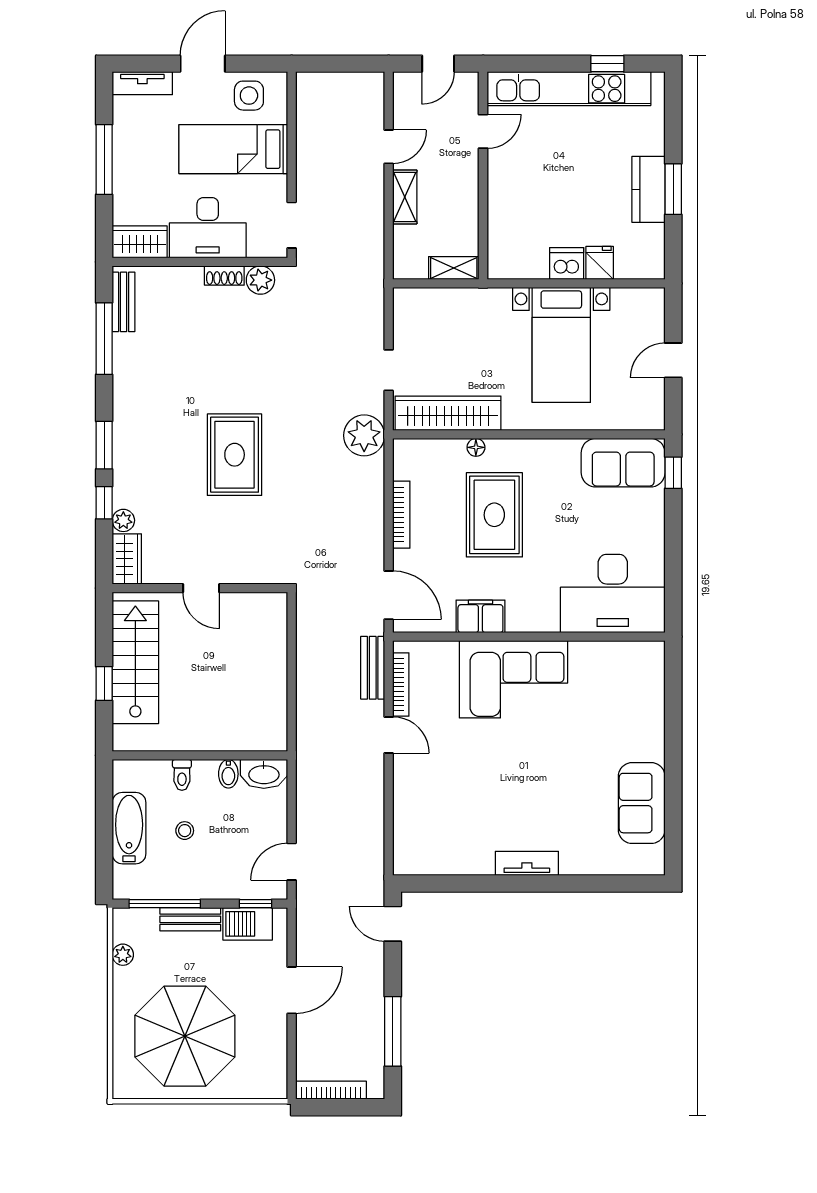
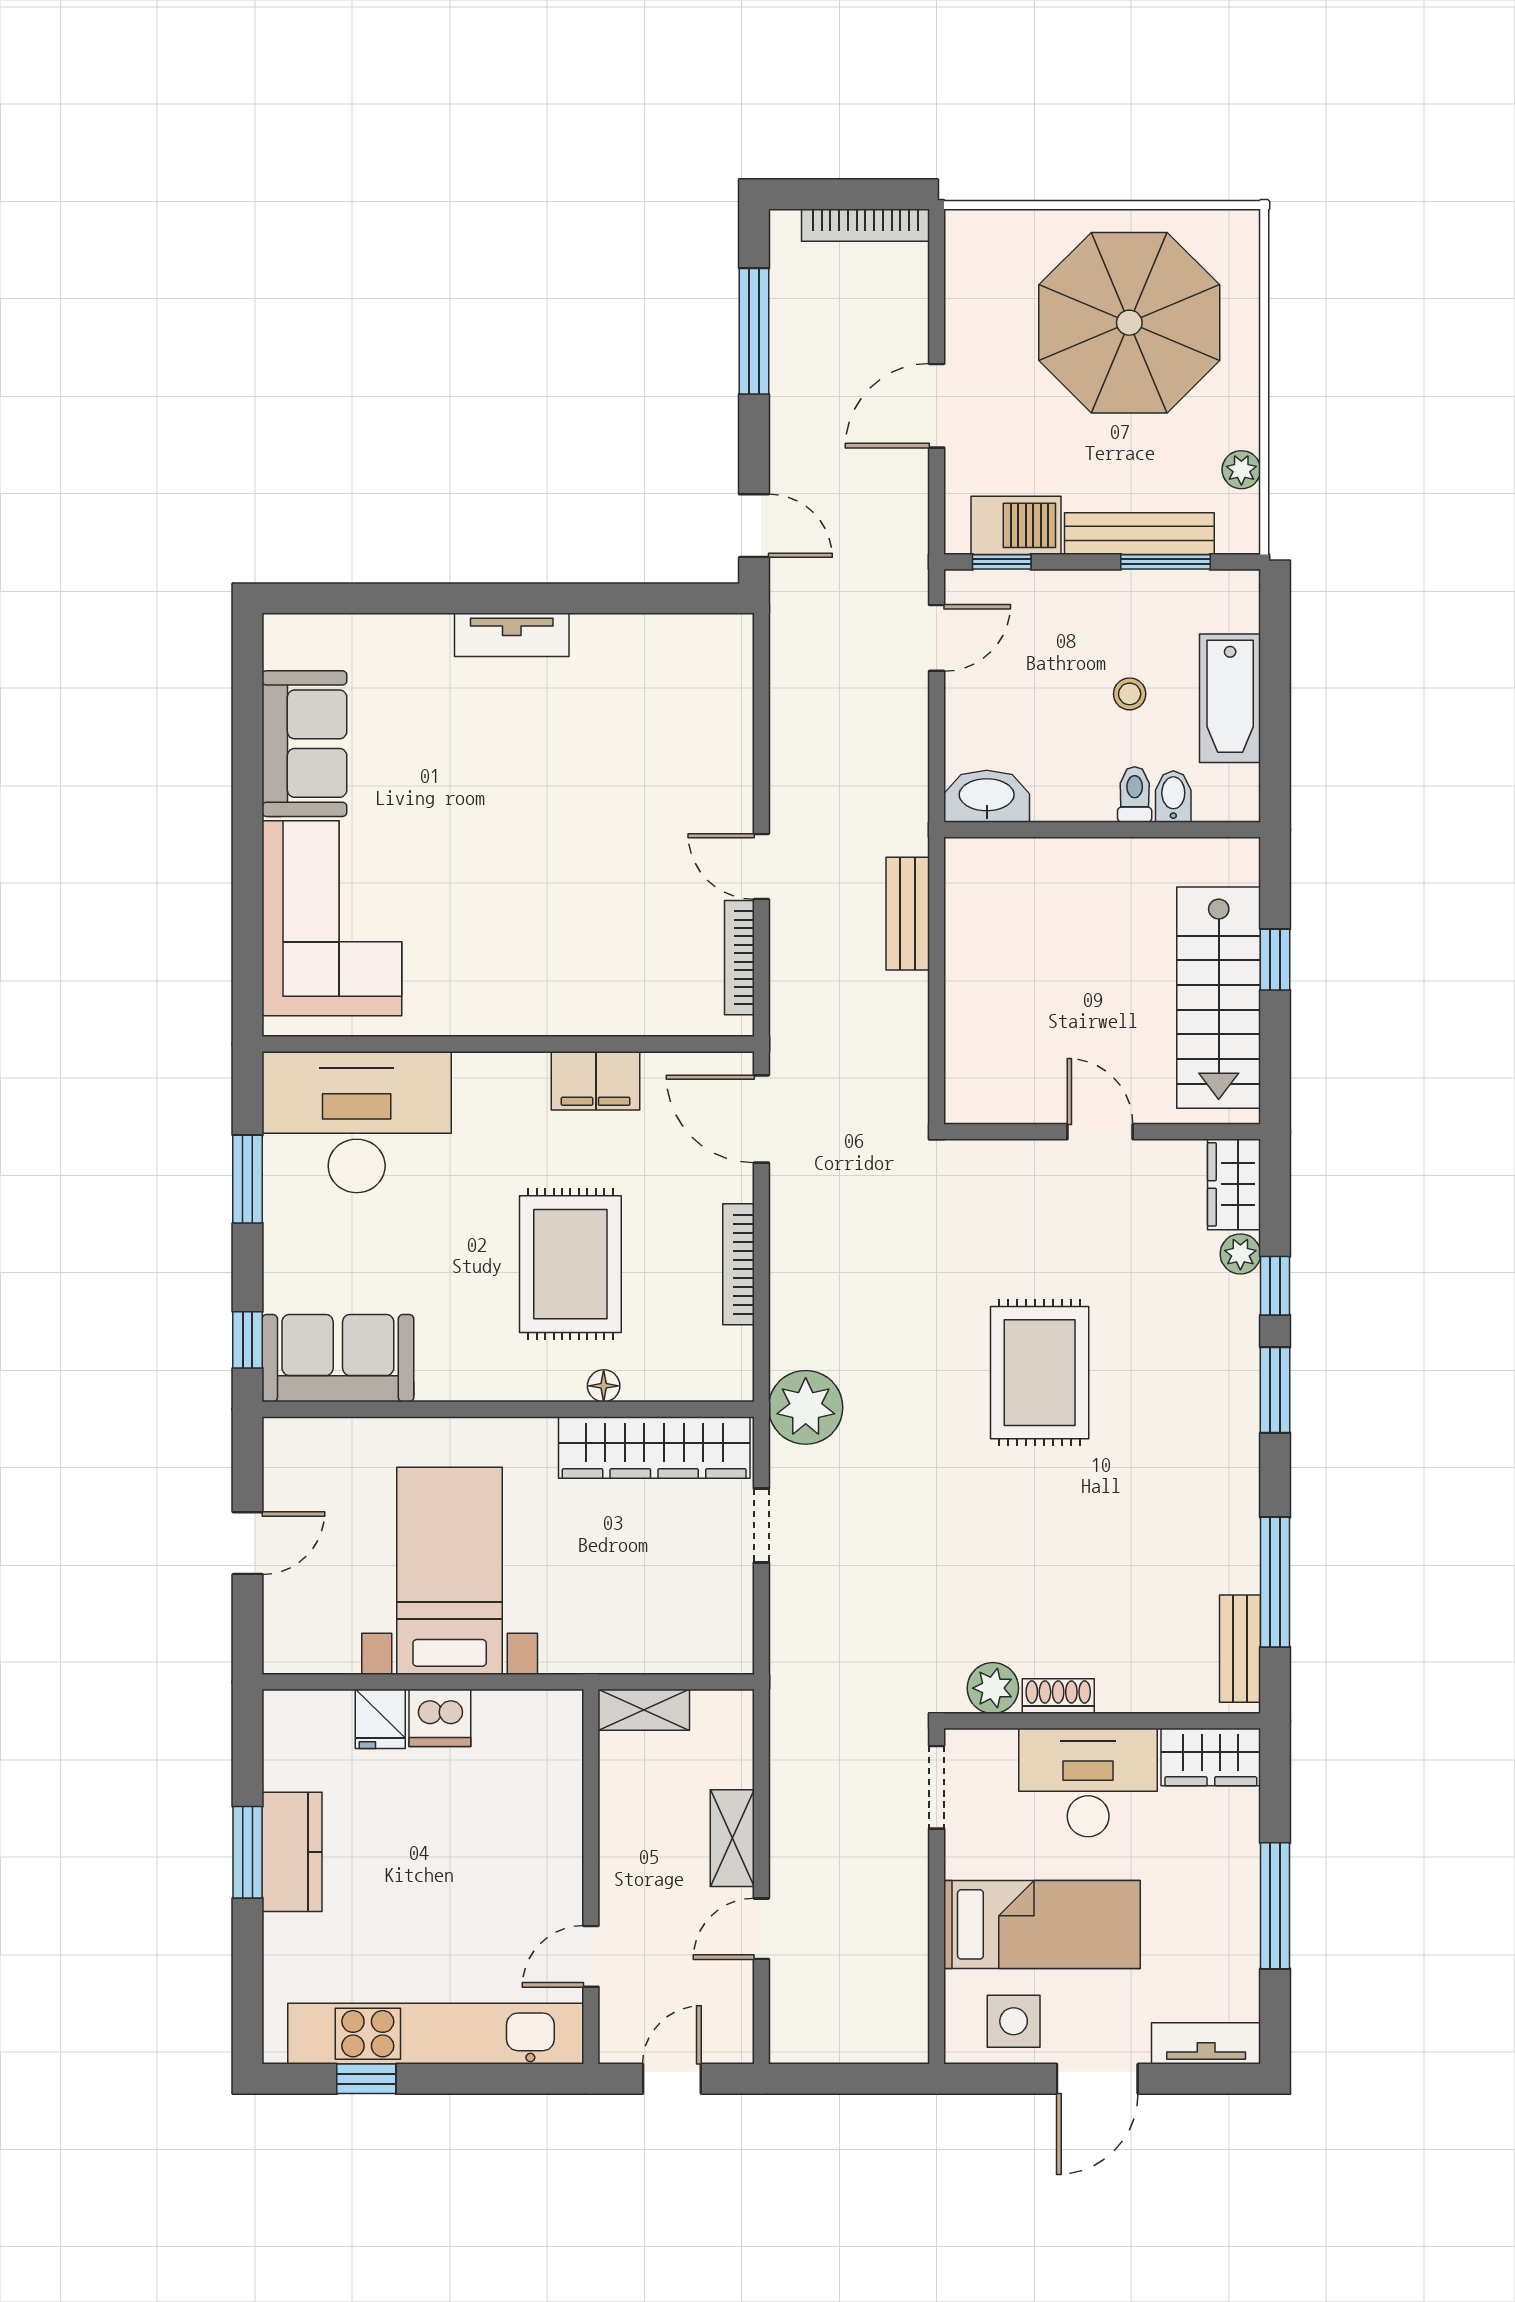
window: (673, 562) -> (248, 1179), added
bench: (373, 668) -> (908, 914), moved
corner sofa: (513, 679) -> (332, 918), moved, turned 90
bidet: (228, 774) -> (1173, 796), moved
window: (165, 904) -> (1165, 562), width x0.69
bench: (190, 919) -> (1139, 534), width x1.36

